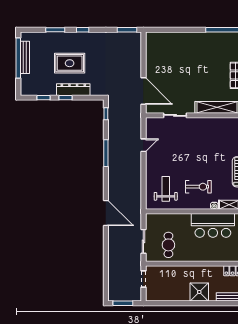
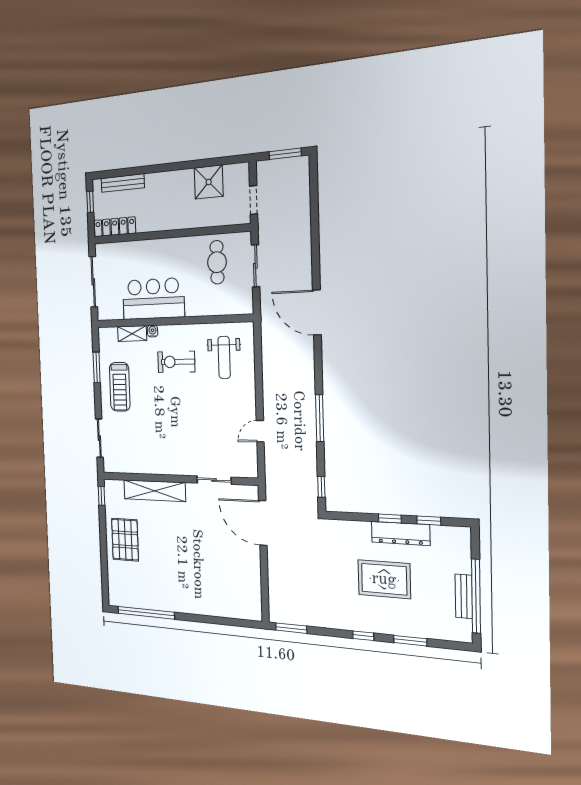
bench: (25, 57) -> (464, 596), width x0.73
dresser: (73, 90) -> (400, 533), moved
shower: (199, 292) -> (209, 182), moved

